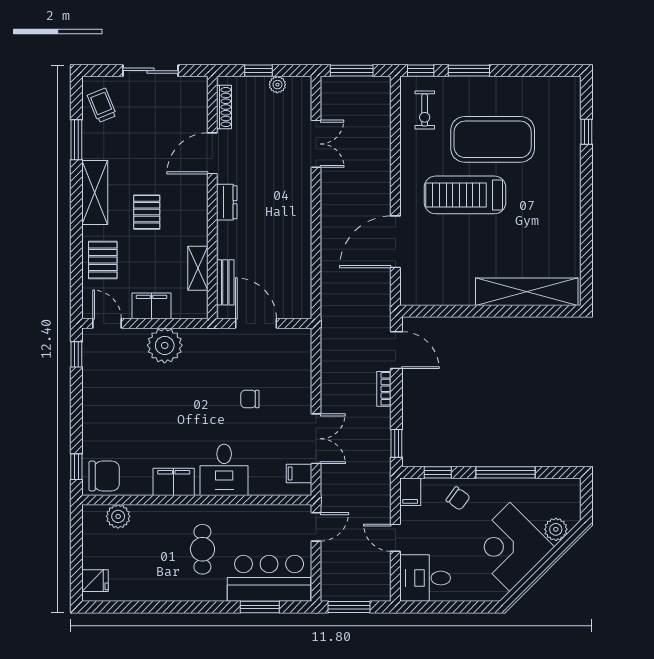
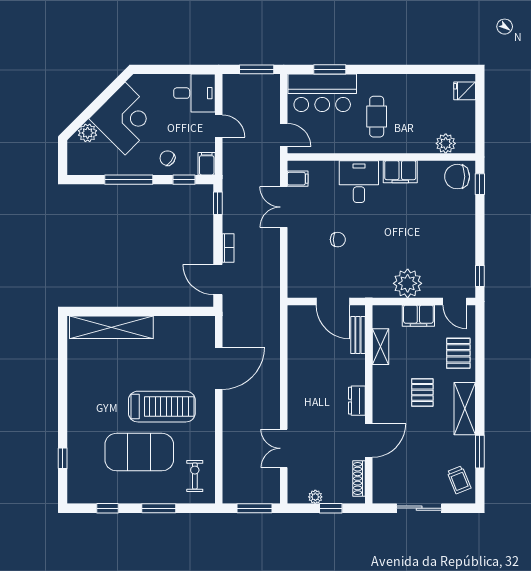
window: (421, 71) -> (107, 508), moved
door: (316, 527) -> (284, 135), swing flipped

